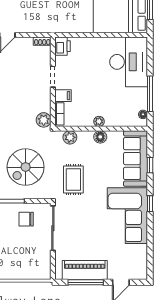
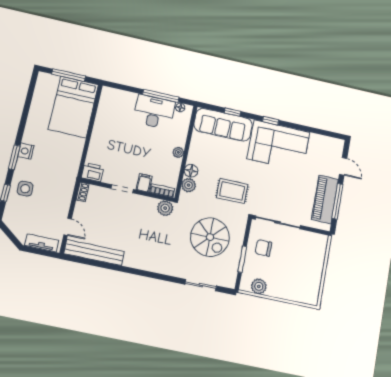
desk: (129, 62) -> (154, 112), moved, width x0.73, depth x0.77
floor lamp: (100, 137) -> (191, 171), moved
chair: (26, 219) -> (263, 248), turned 90

